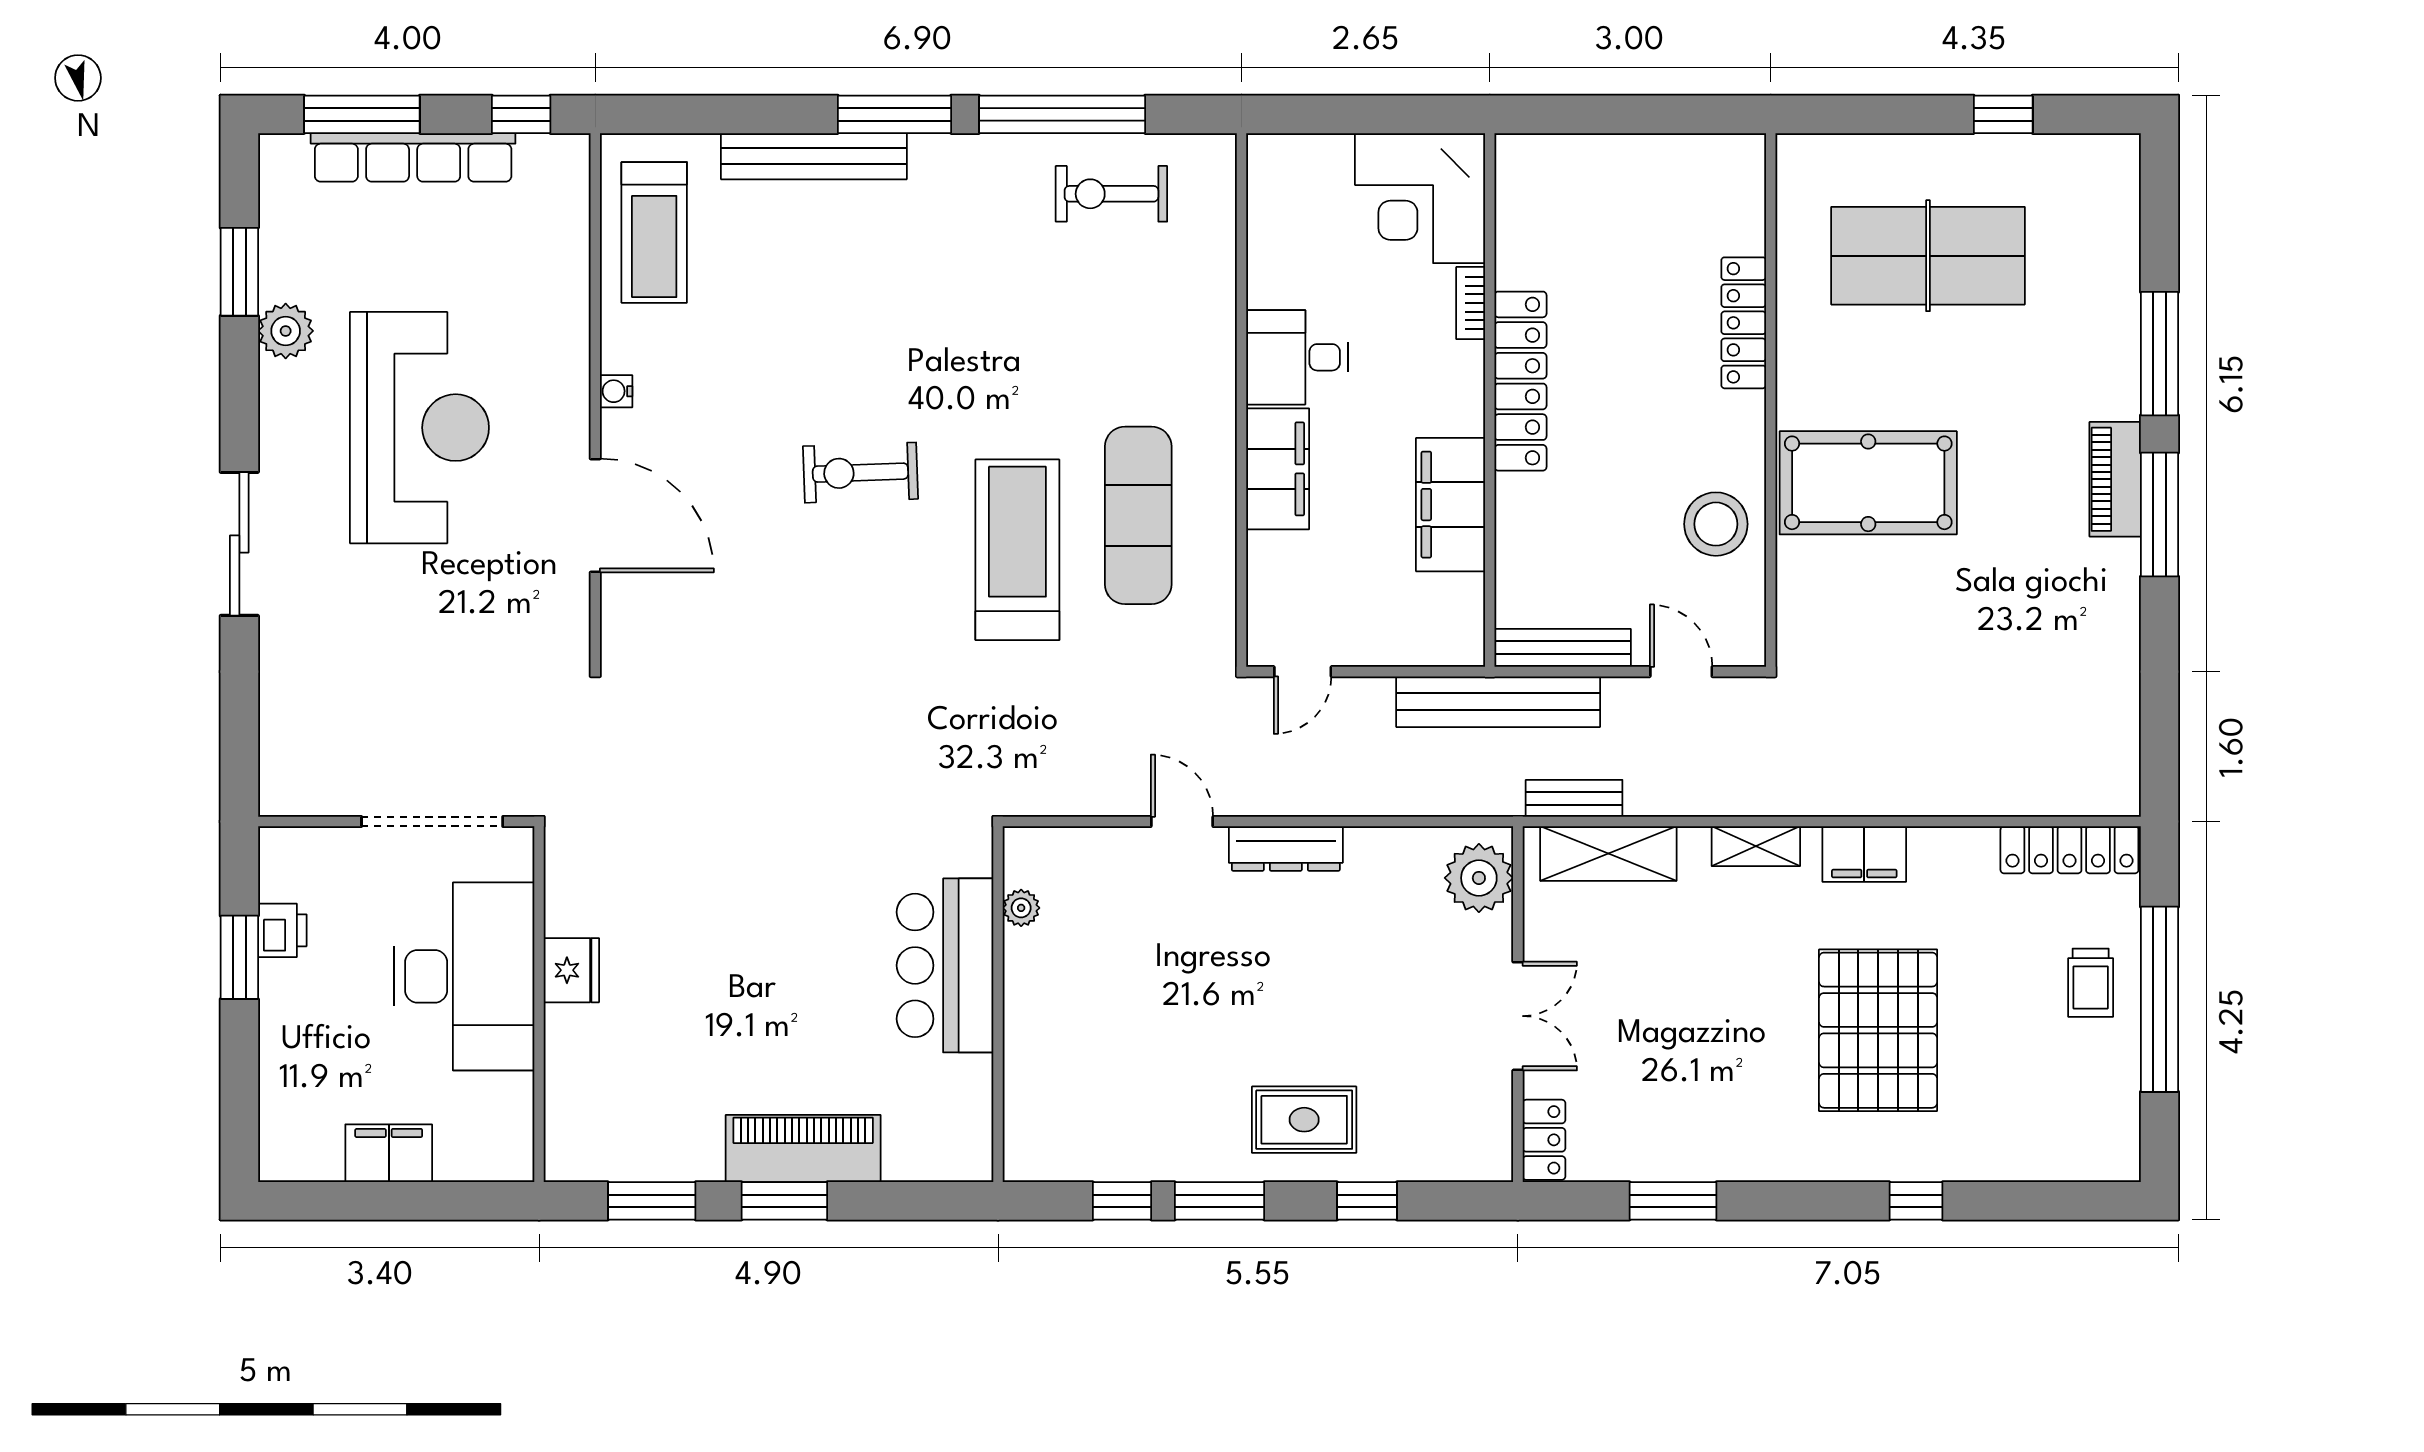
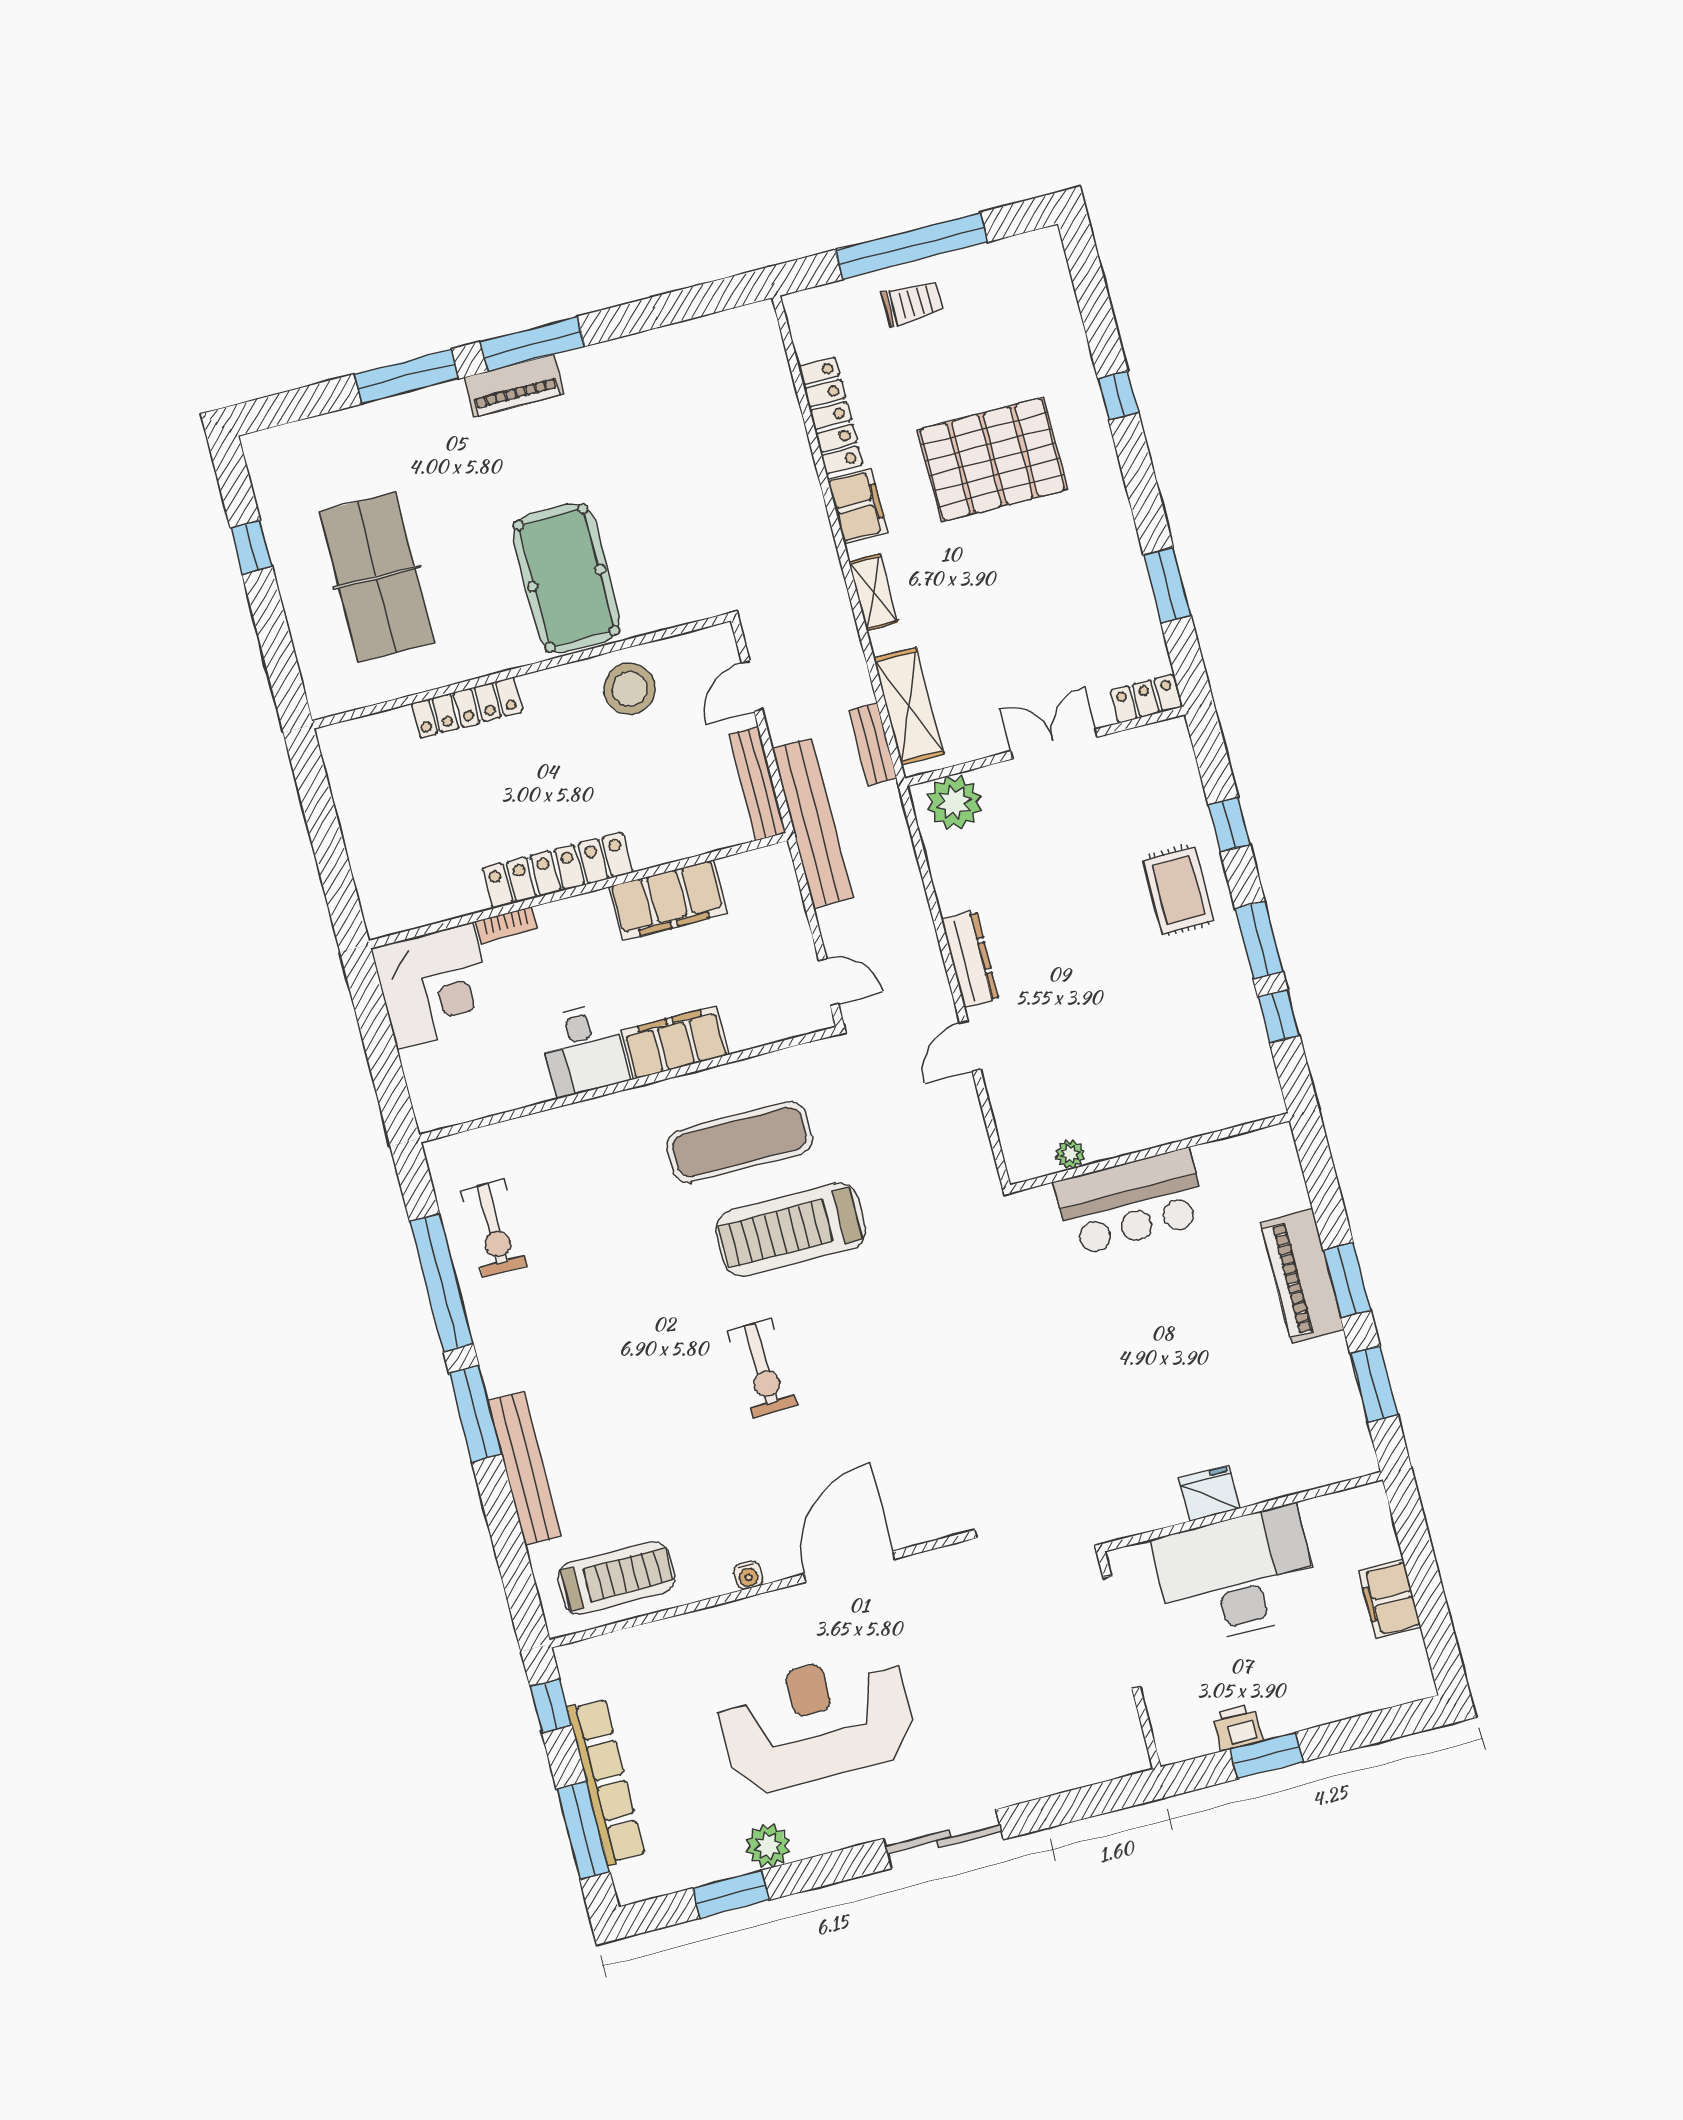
locker: (2069, 850) -> (831, 416), moved

